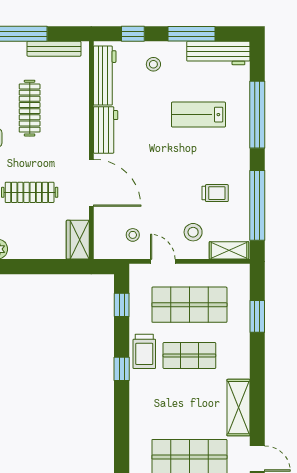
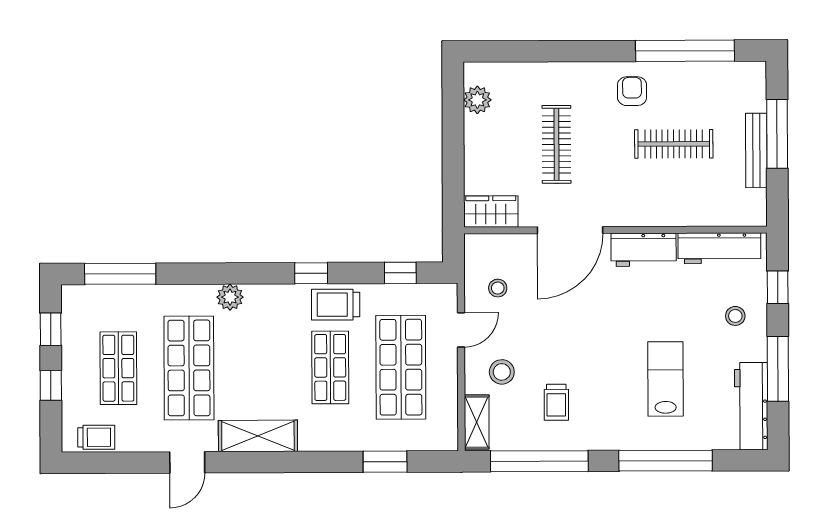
bench: (54, 49) -> (756, 150), moved
plant: (139, 427) -> (230, 297), added

